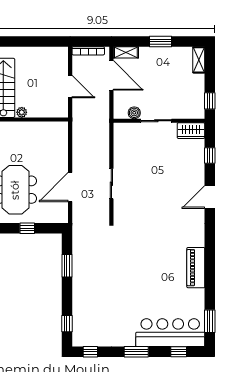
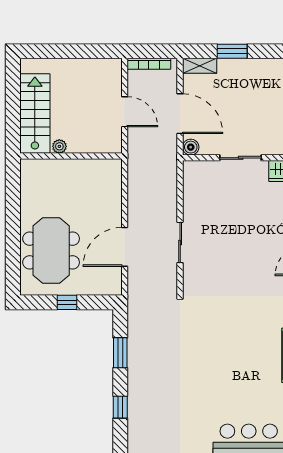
window: (161, 42) -> (232, 51), moved
door: (111, 75) -> (180, 114), moved
boiler: (134, 113) -> (191, 147), moved
window: (67, 324) -> (120, 407), moved

